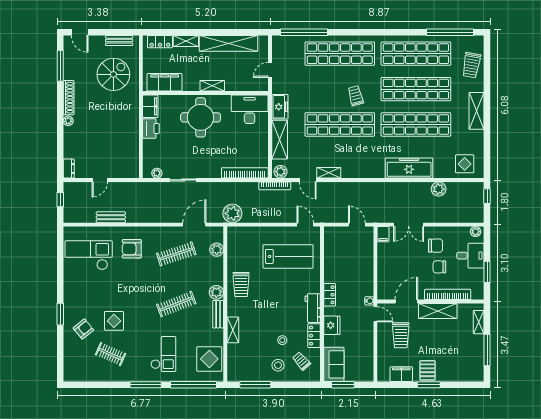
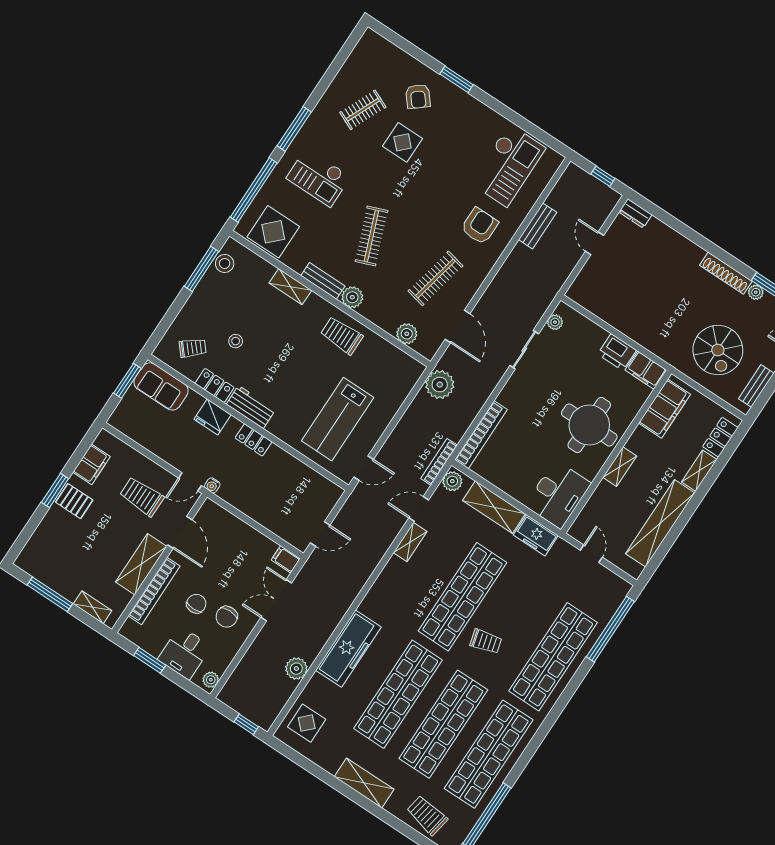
plant: (68, 121) -> (756, 292), moved
clothes rail: (176, 254) -> (435, 278), turned 30
stool: (278, 365) -> (225, 263), moved

